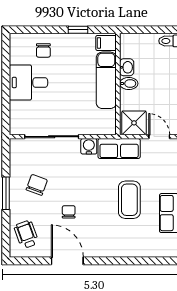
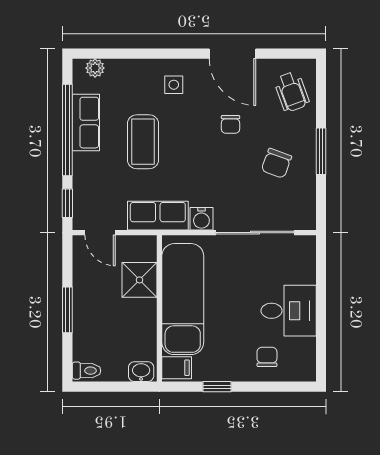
washbasin: (127, 67) -> (141, 372), moved, turned 90
exam couch: (106, 80) -> (183, 299), width x1.36, depth x1.45
bidet: (129, 84) -> (144, 309), removed
shower: (134, 123) -> (139, 280), moved
side table: (108, 239) -> (174, 85), added
plant: (163, 251) -> (95, 68), added

